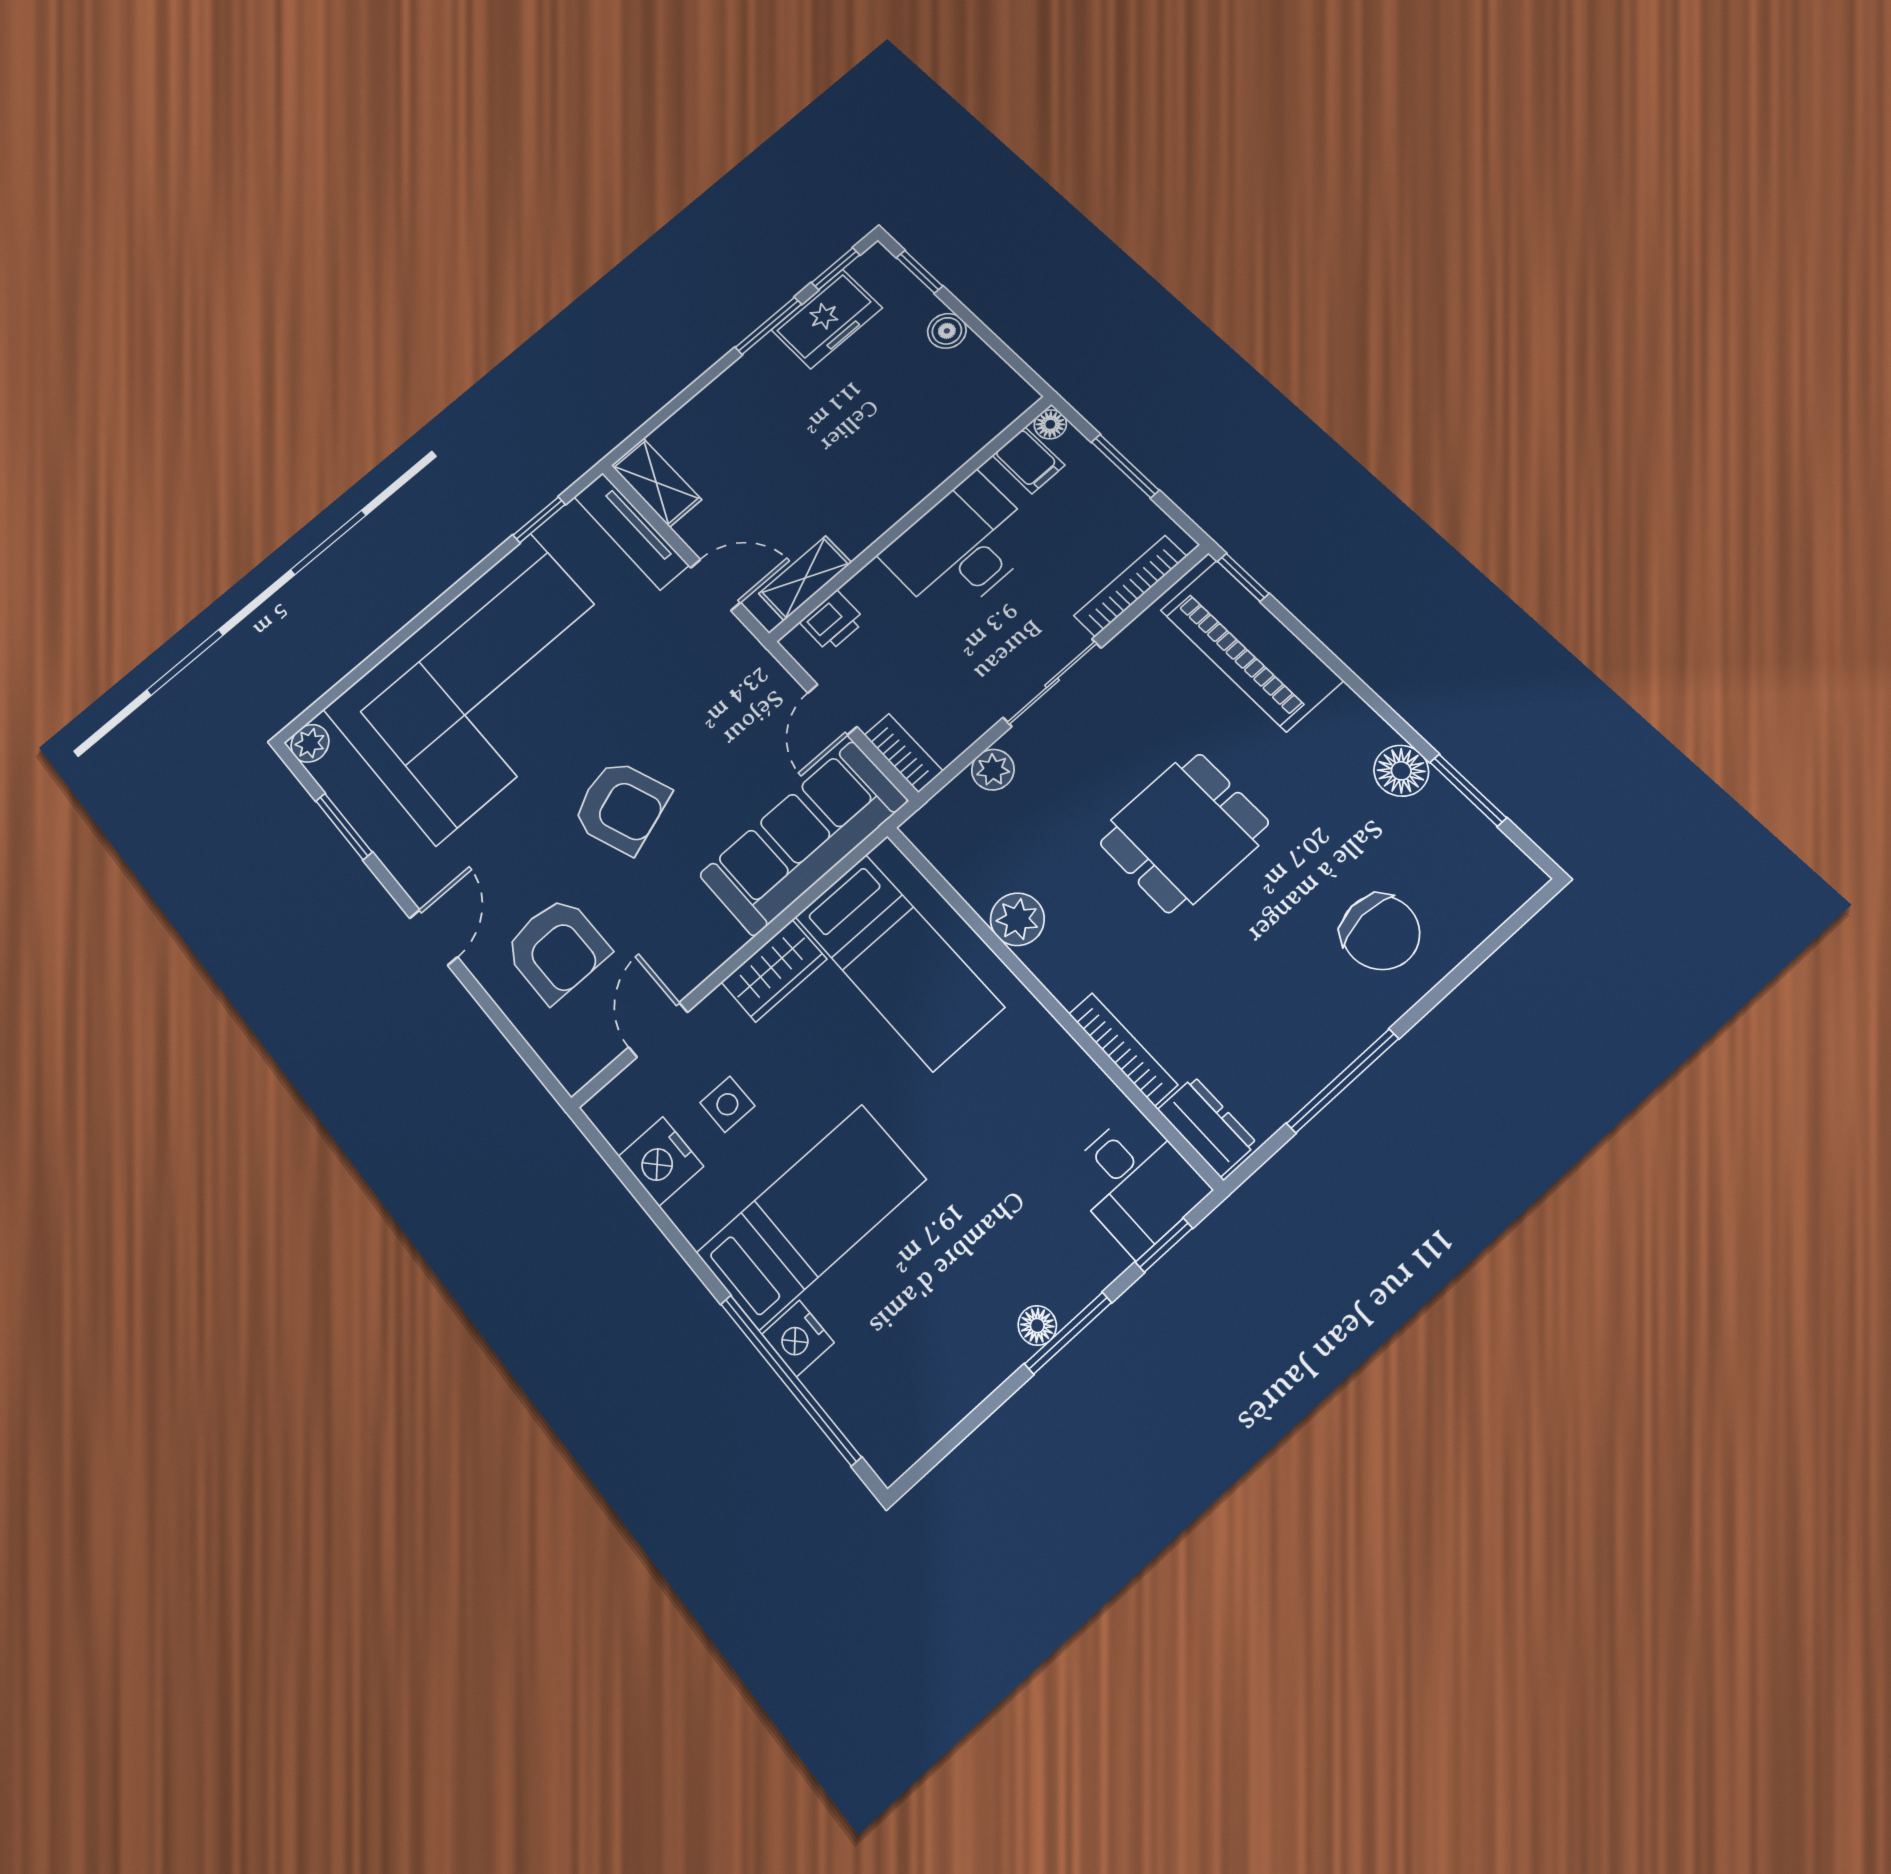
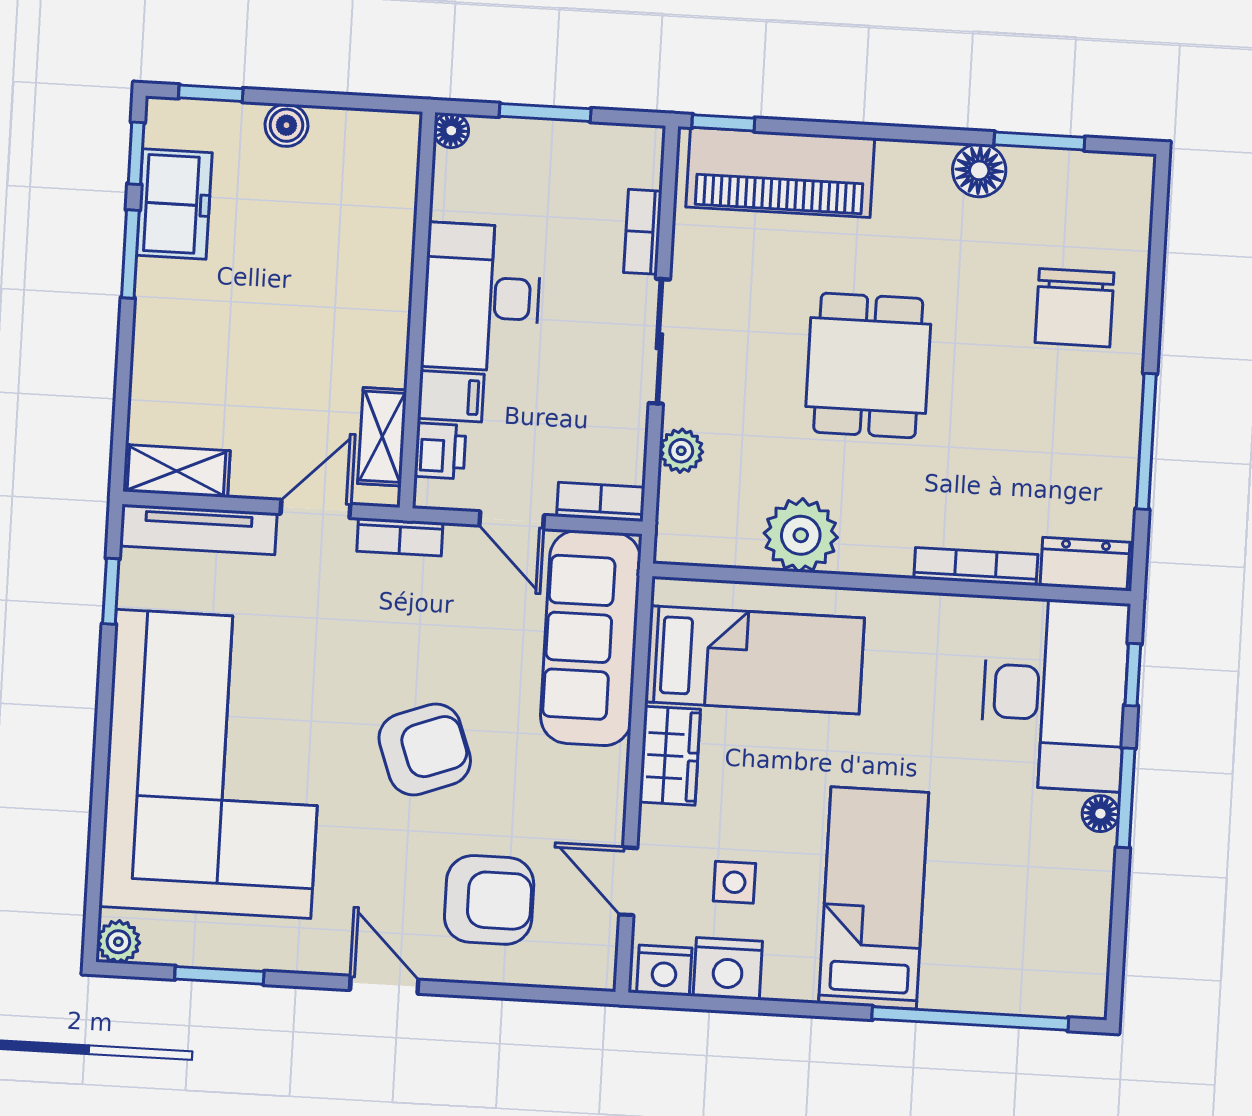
filing cabinet: (1028, 460) -> (451, 396), moved
bookcase: (1130, 586) -> (643, 232), width x0.64
bookcase: (749, 653) -> (400, 537), added
plant: (1017, 919) -> (801, 535), width x1.36, depth x1.36
chair: (1381, 932) -> (1075, 308), turned 93
desk: (1136, 1182) -> (1055, 694), width x1.87, depth x1.30
nightstand: (798, 1338) -> (664, 970), moved

